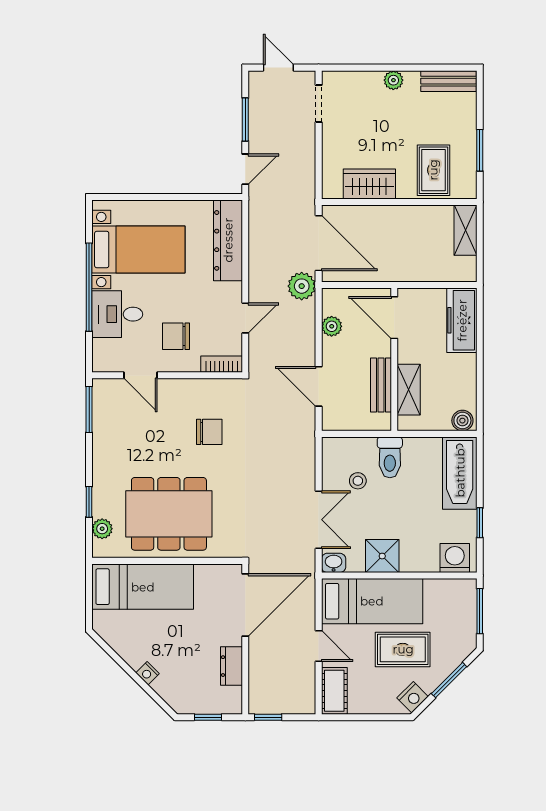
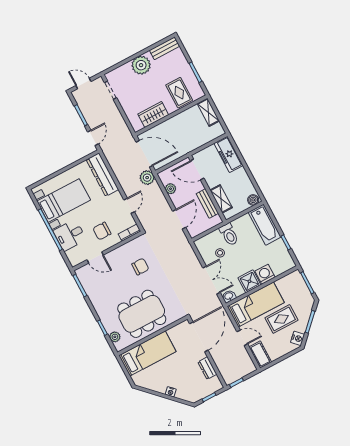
plant: (393, 80) -> (141, 65), width x1.88, depth x1.88
door: (319, 386) -> (179, 219), swing flipped
washing machine: (455, 558) -> (265, 274), moved

